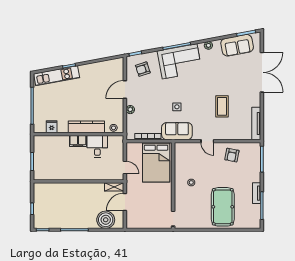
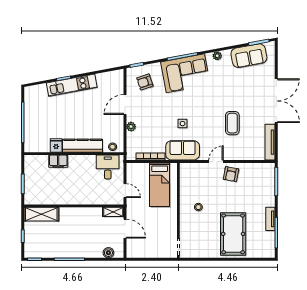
double door: (262, 72) -> (276, 101), moved
kitchen unit: (57, 76) -> (72, 85), moved
fridge: (52, 127) -> (56, 145), moved
filing cabinet: (78, 141) -> (58, 161), moved
door: (207, 141) -> (216, 161), swing flipped
desk: (97, 146) -> (108, 167), moved
armchair: (232, 155) -> (231, 174), moved
bed: (156, 162) -> (160, 185), width x0.67
shelving: (49, 189) -> (41, 214), added
door: (125, 202) -> (125, 229), swing flipped
boiler: (106, 220) -> (108, 253), width x0.54, depth x0.54

